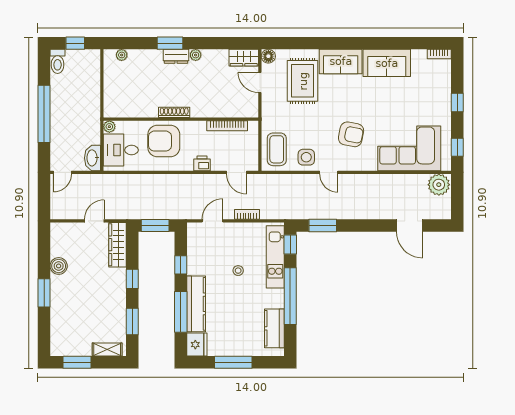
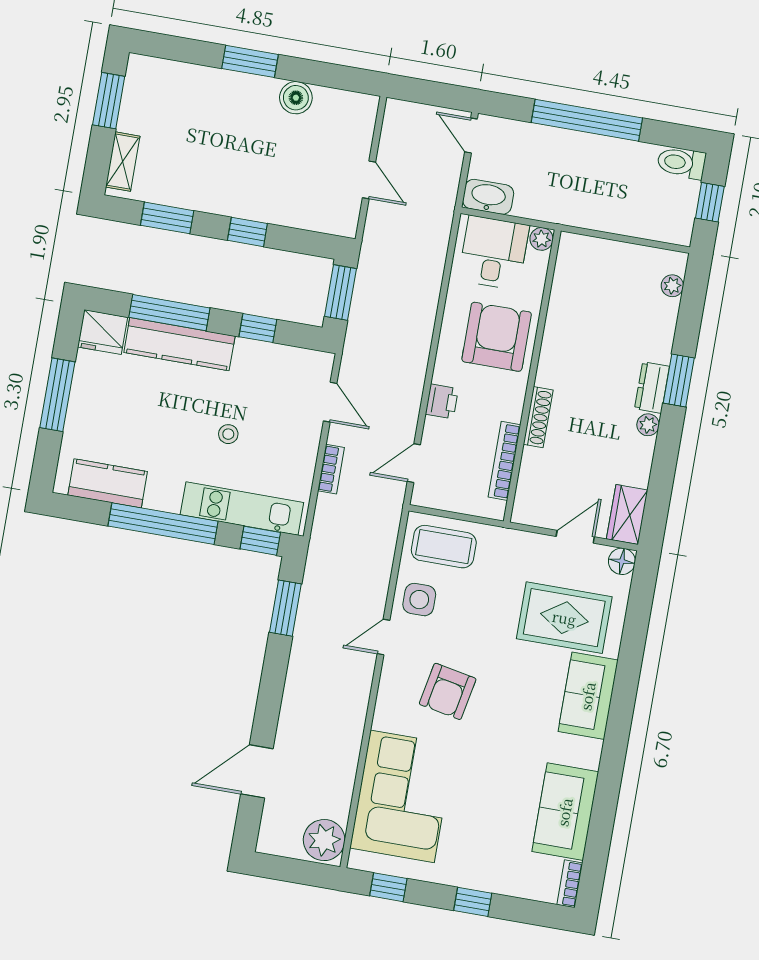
sofa: (387, 63) -> (565, 812), moved
shoe rack: (174, 112) -> (538, 417), moved
wardrobe: (117, 245) -> (316, 215), removed

